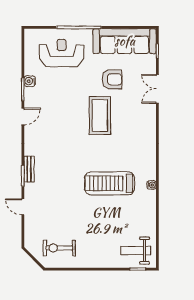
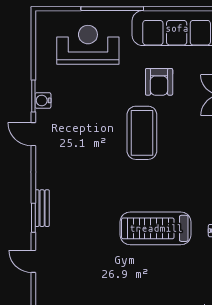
armchair: (112, 79) -> (159, 82), turned 90
water cooler: (30, 81) -> (43, 100), moved
door: (23, 116) -> (33, 134), swing flipped

